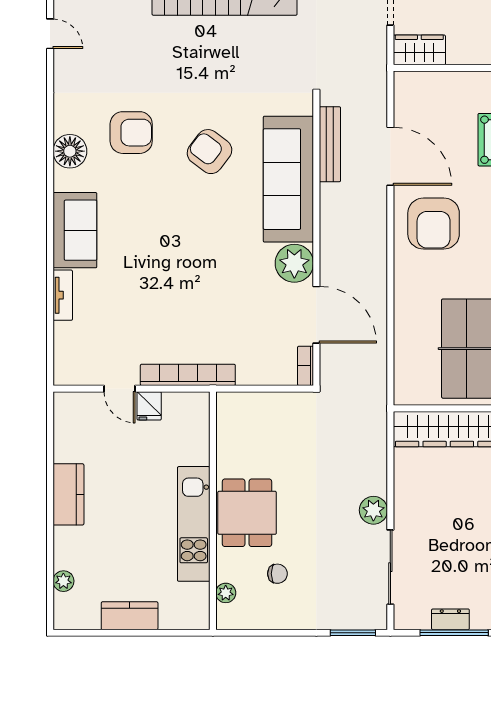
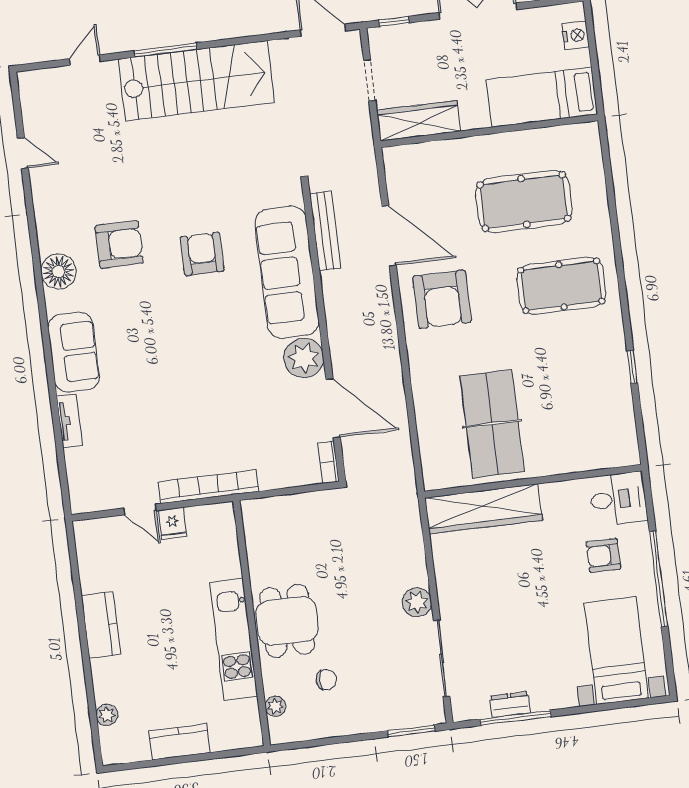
wardrobe: (419, 50) -> (418, 121), width x1.50
armchair: (210, 152) -> (202, 254), turned 53

